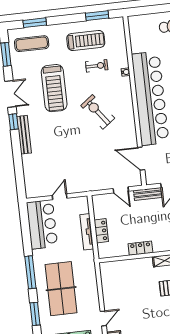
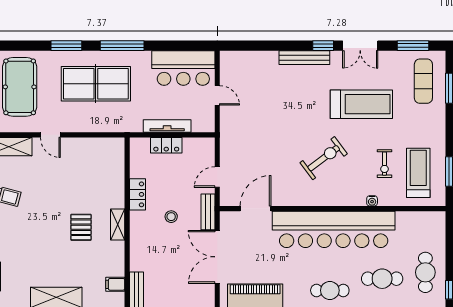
treadmill: (86, 41) -> (418, 173), moved, turned 180
treadmill: (54, 88) -> (361, 104), turned 180
stool: (154, 221) -> (171, 217), added

